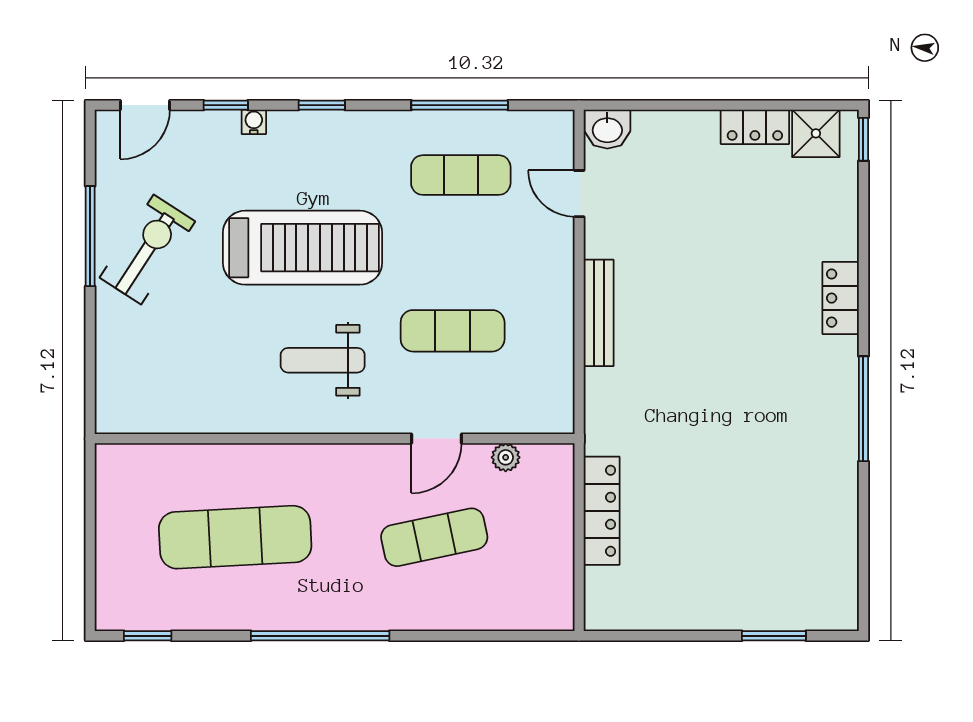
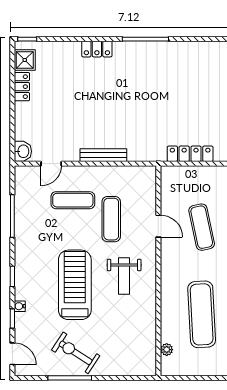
exercise mat: (461, 175) -> (73, 200), moved, turned 90
plant: (506, 457) -> (167, 350), moved

